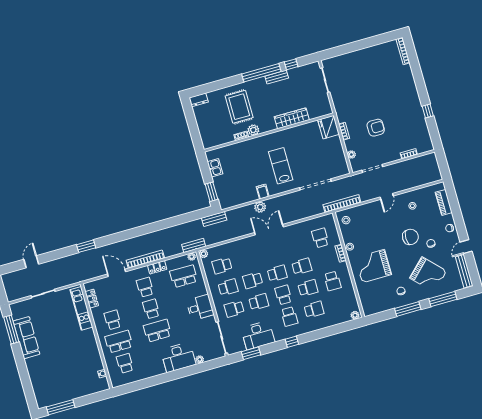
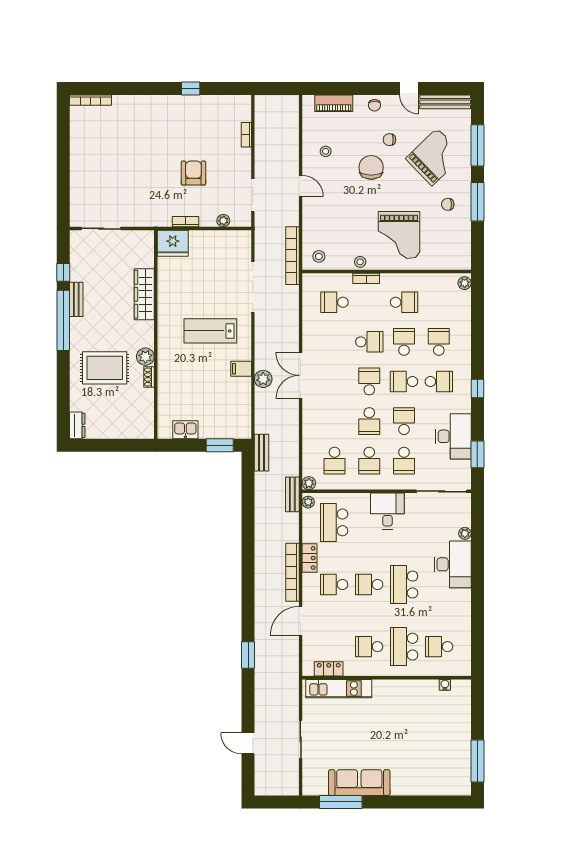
school desk: (302, 266) -> (369, 342), turned 90
school desk: (228, 287) -> (369, 461), turned 180

